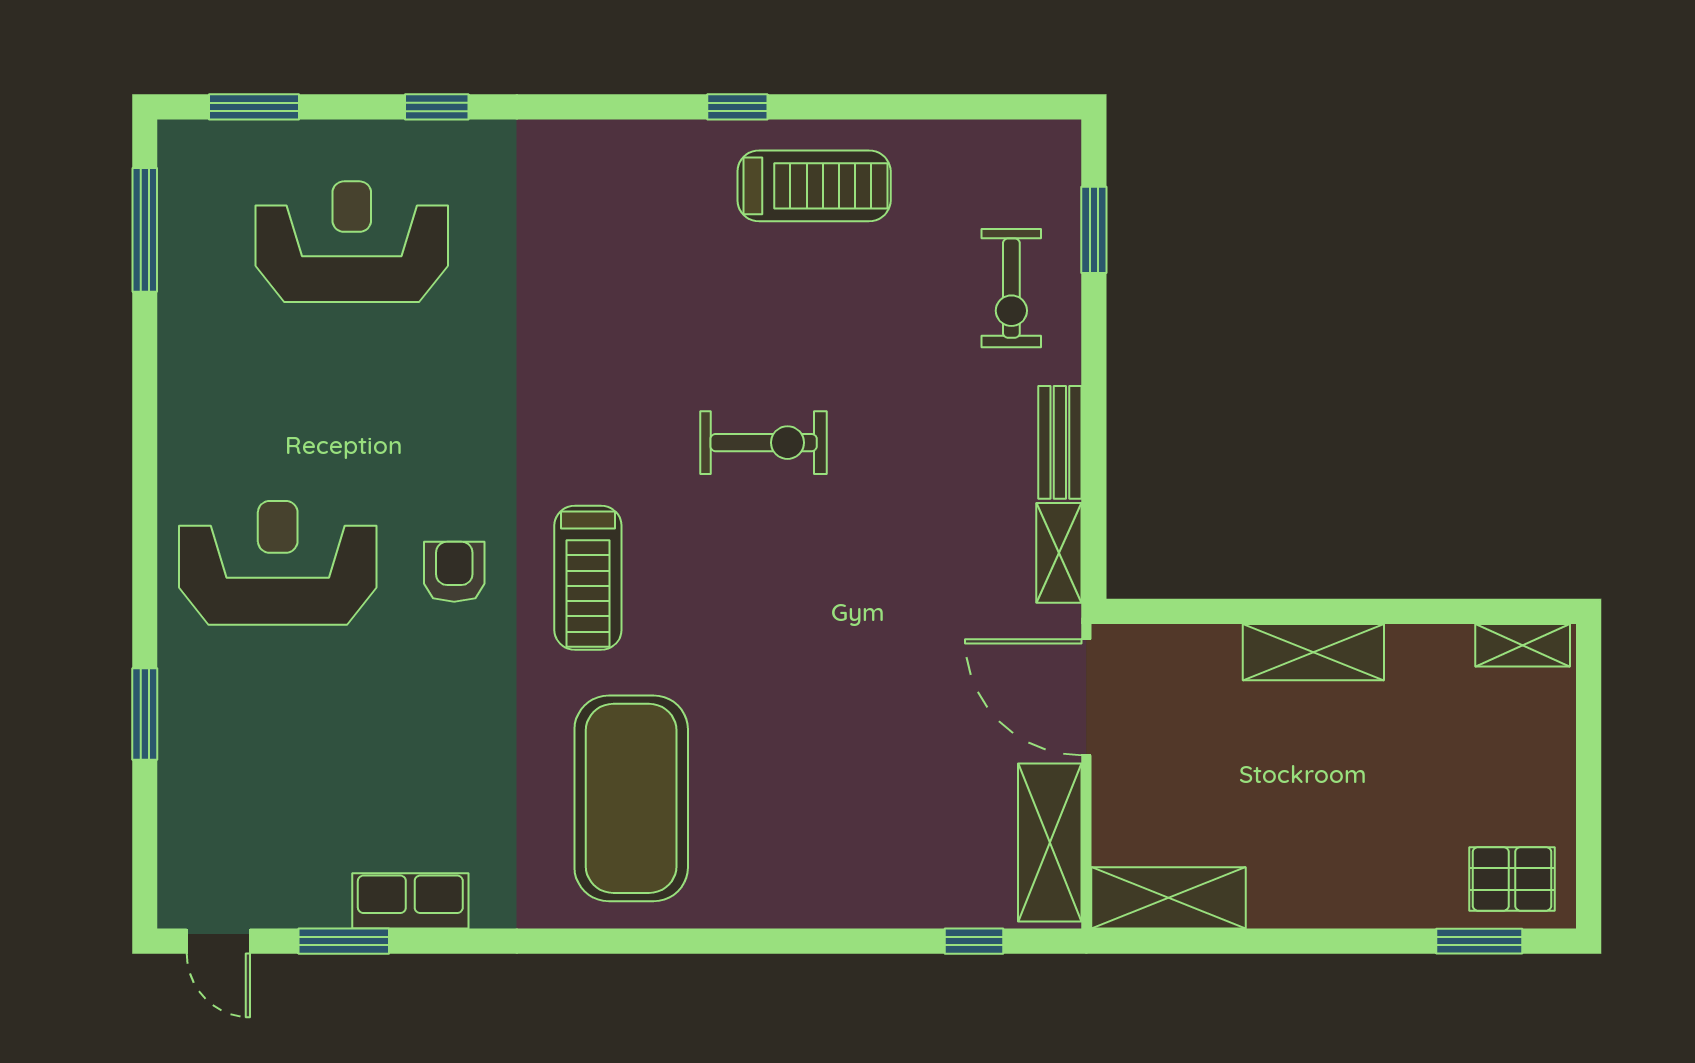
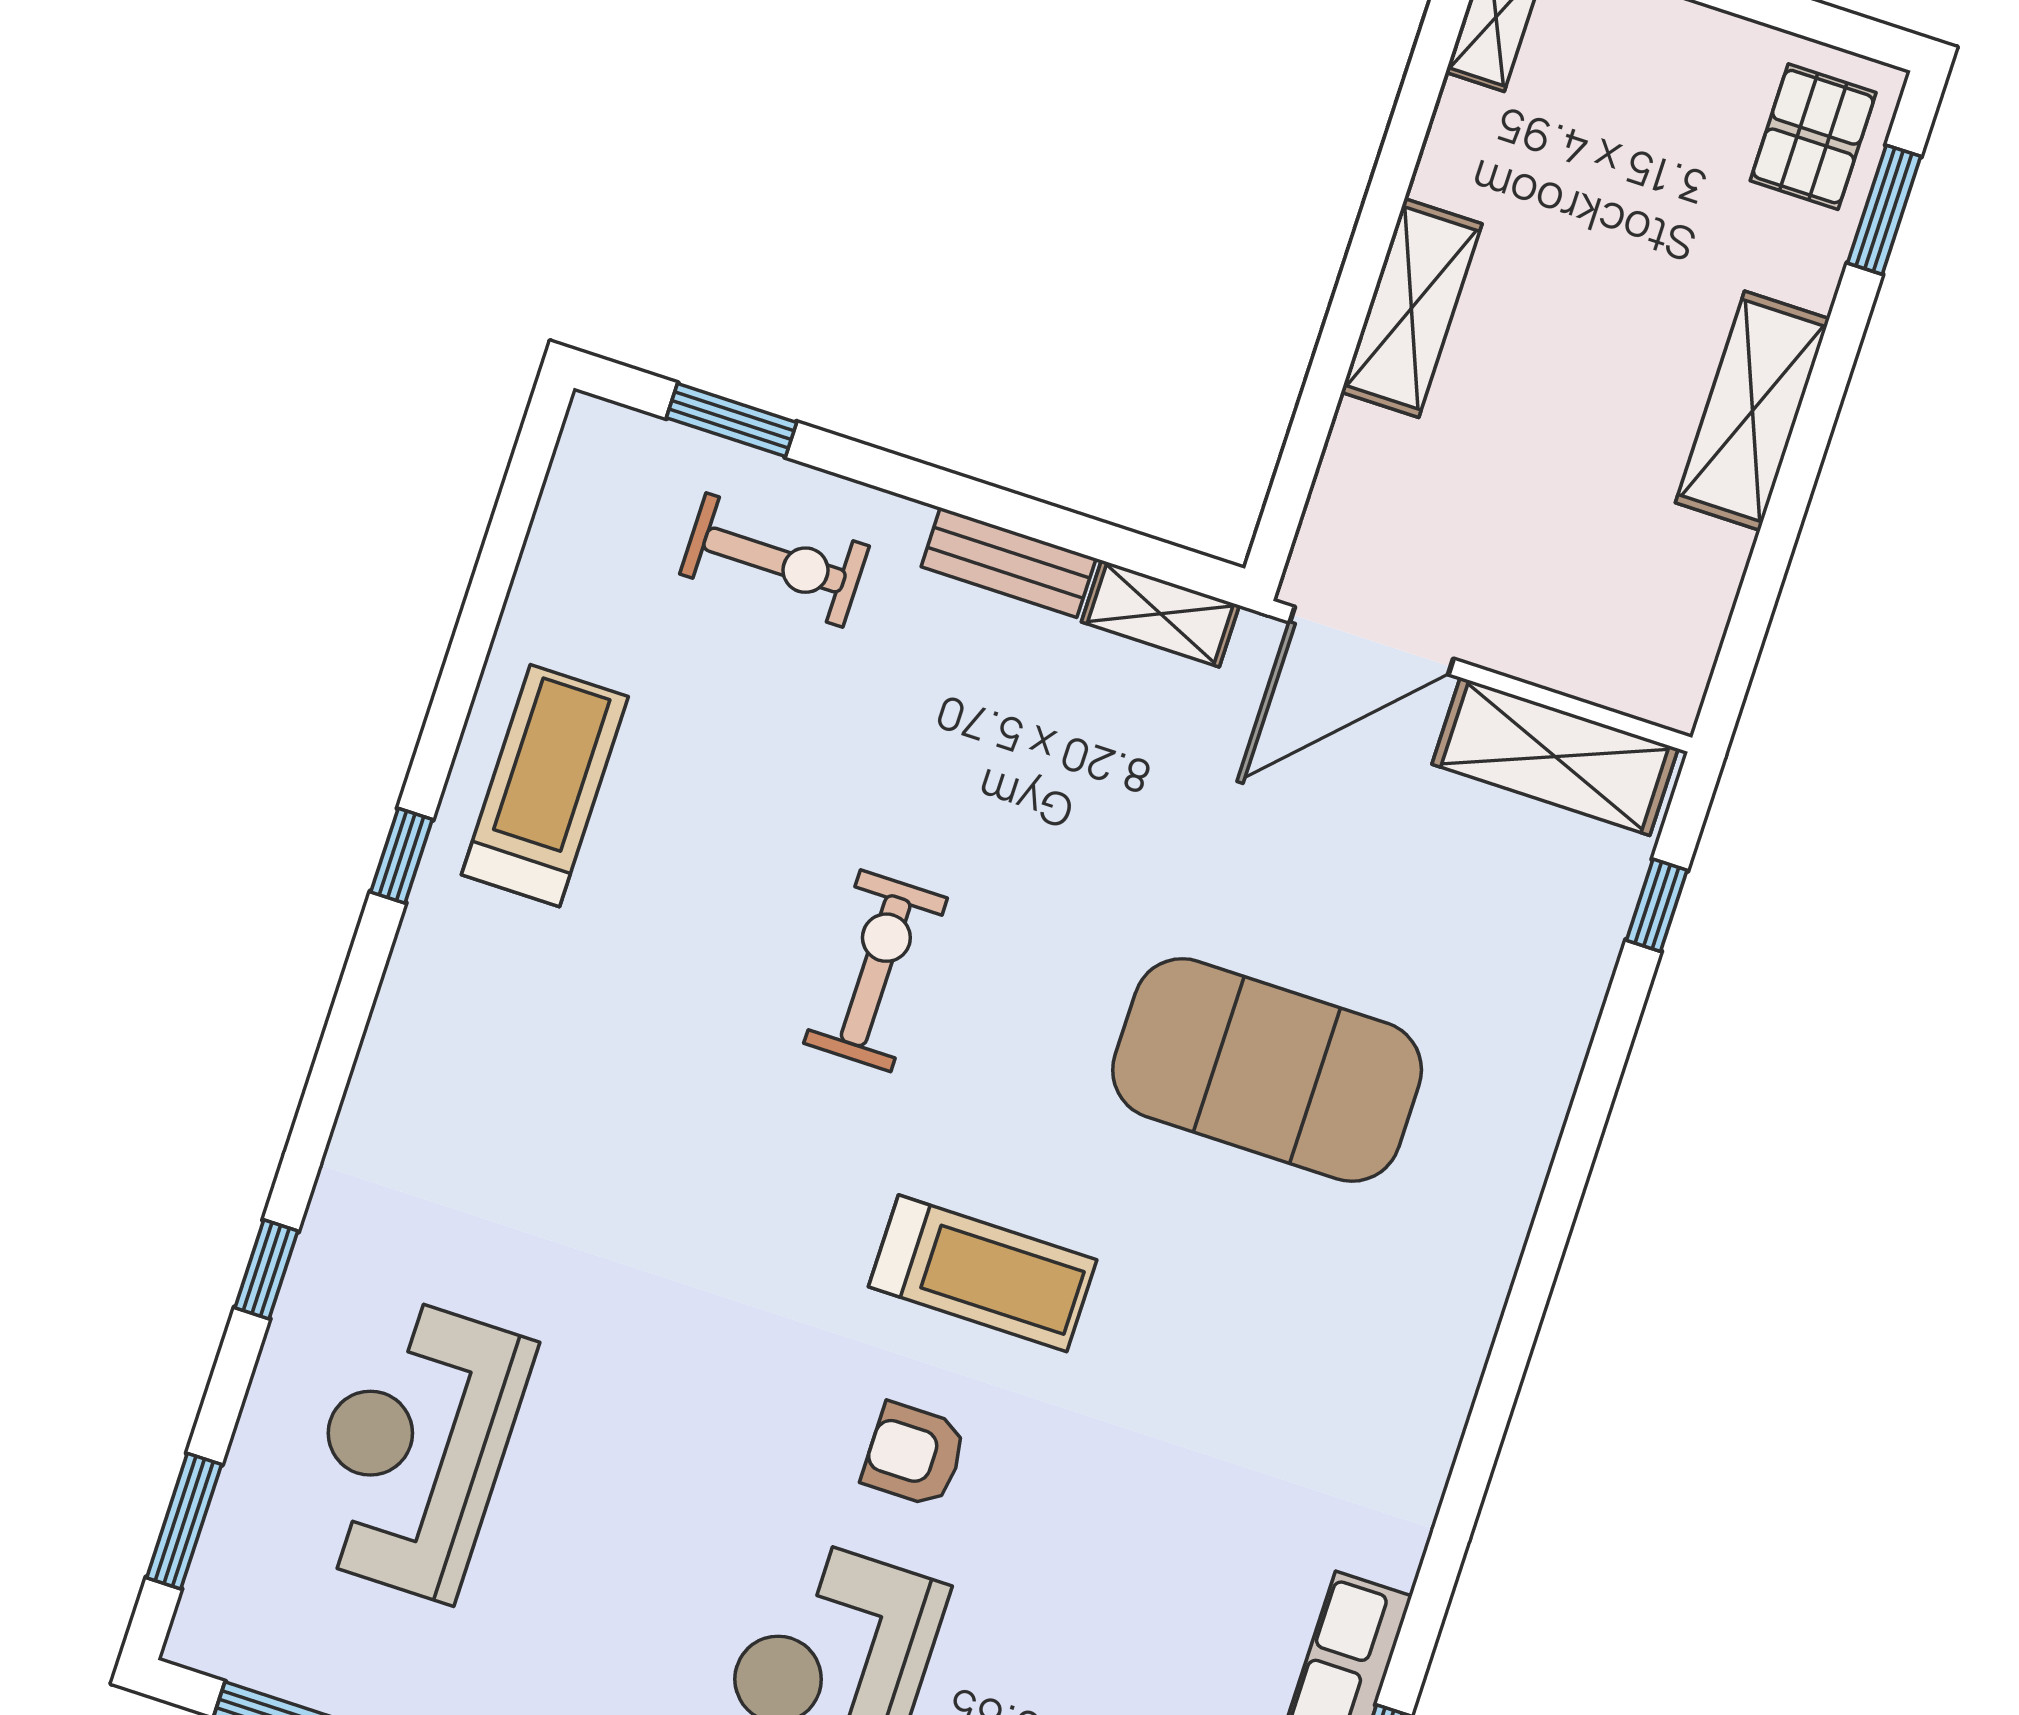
exercise mat: (631, 798) -> (1267, 1070), moved
shelving: (1169, 898) -> (1752, 411), moved

